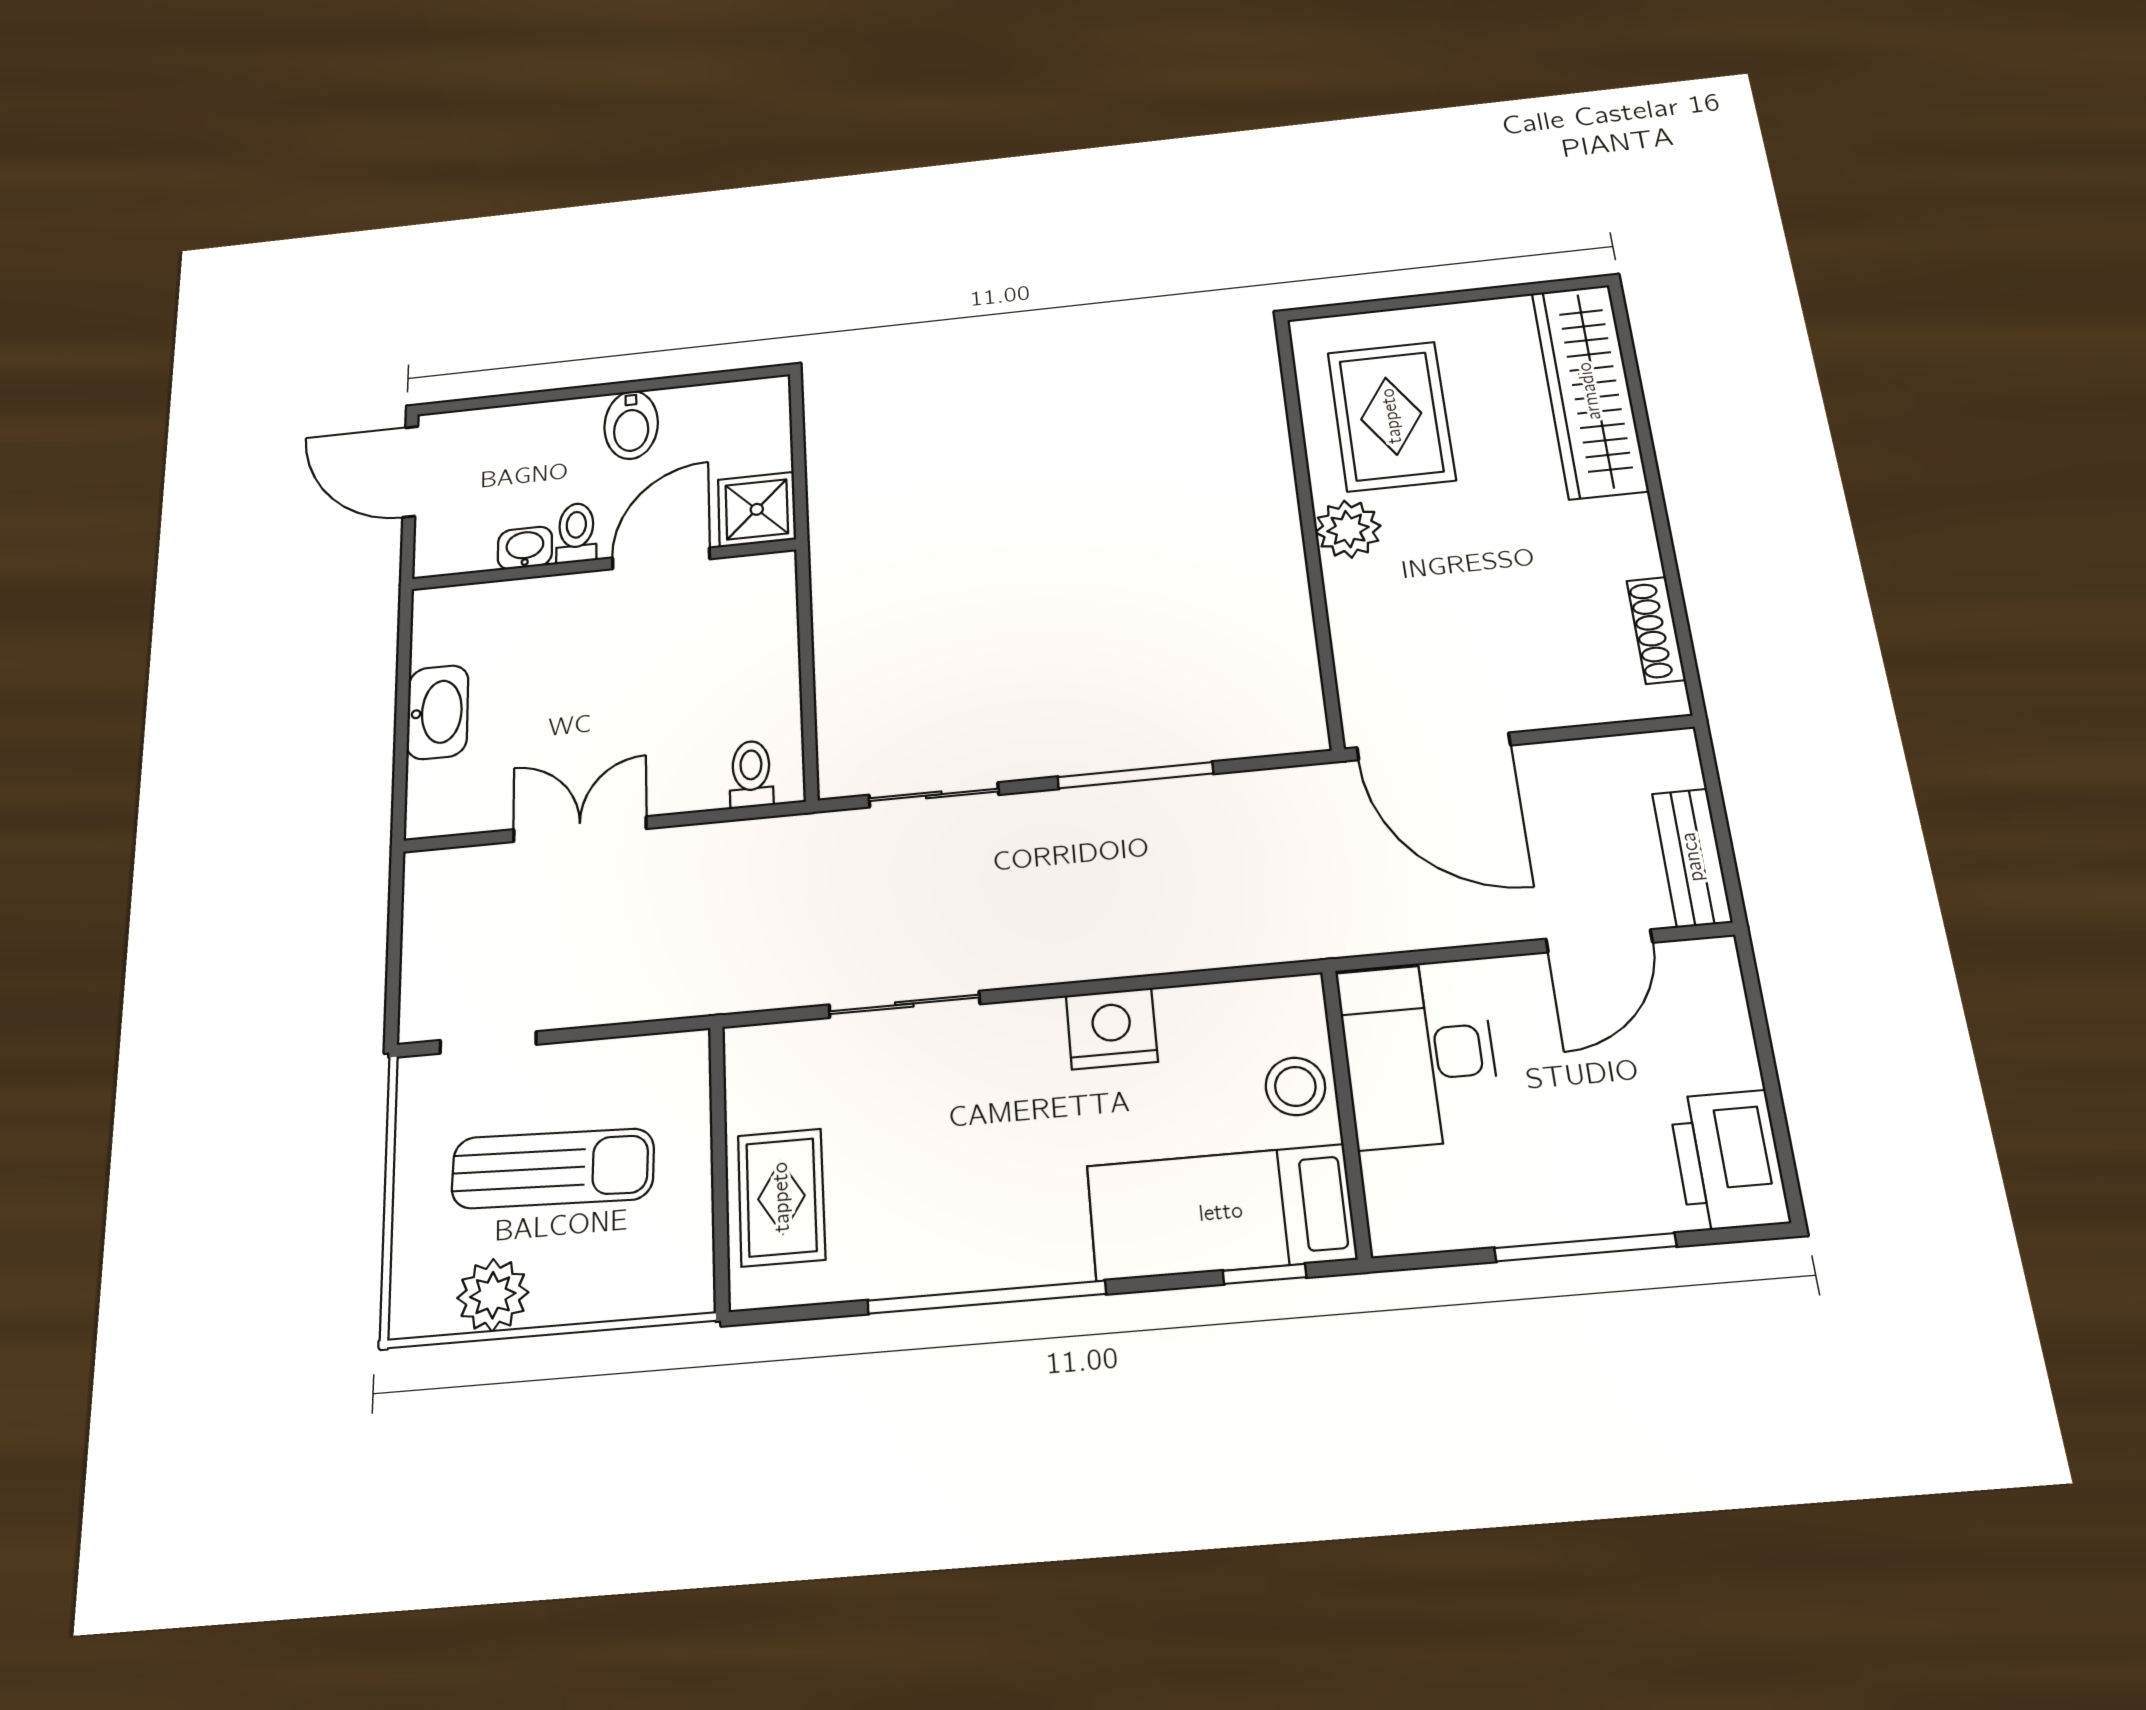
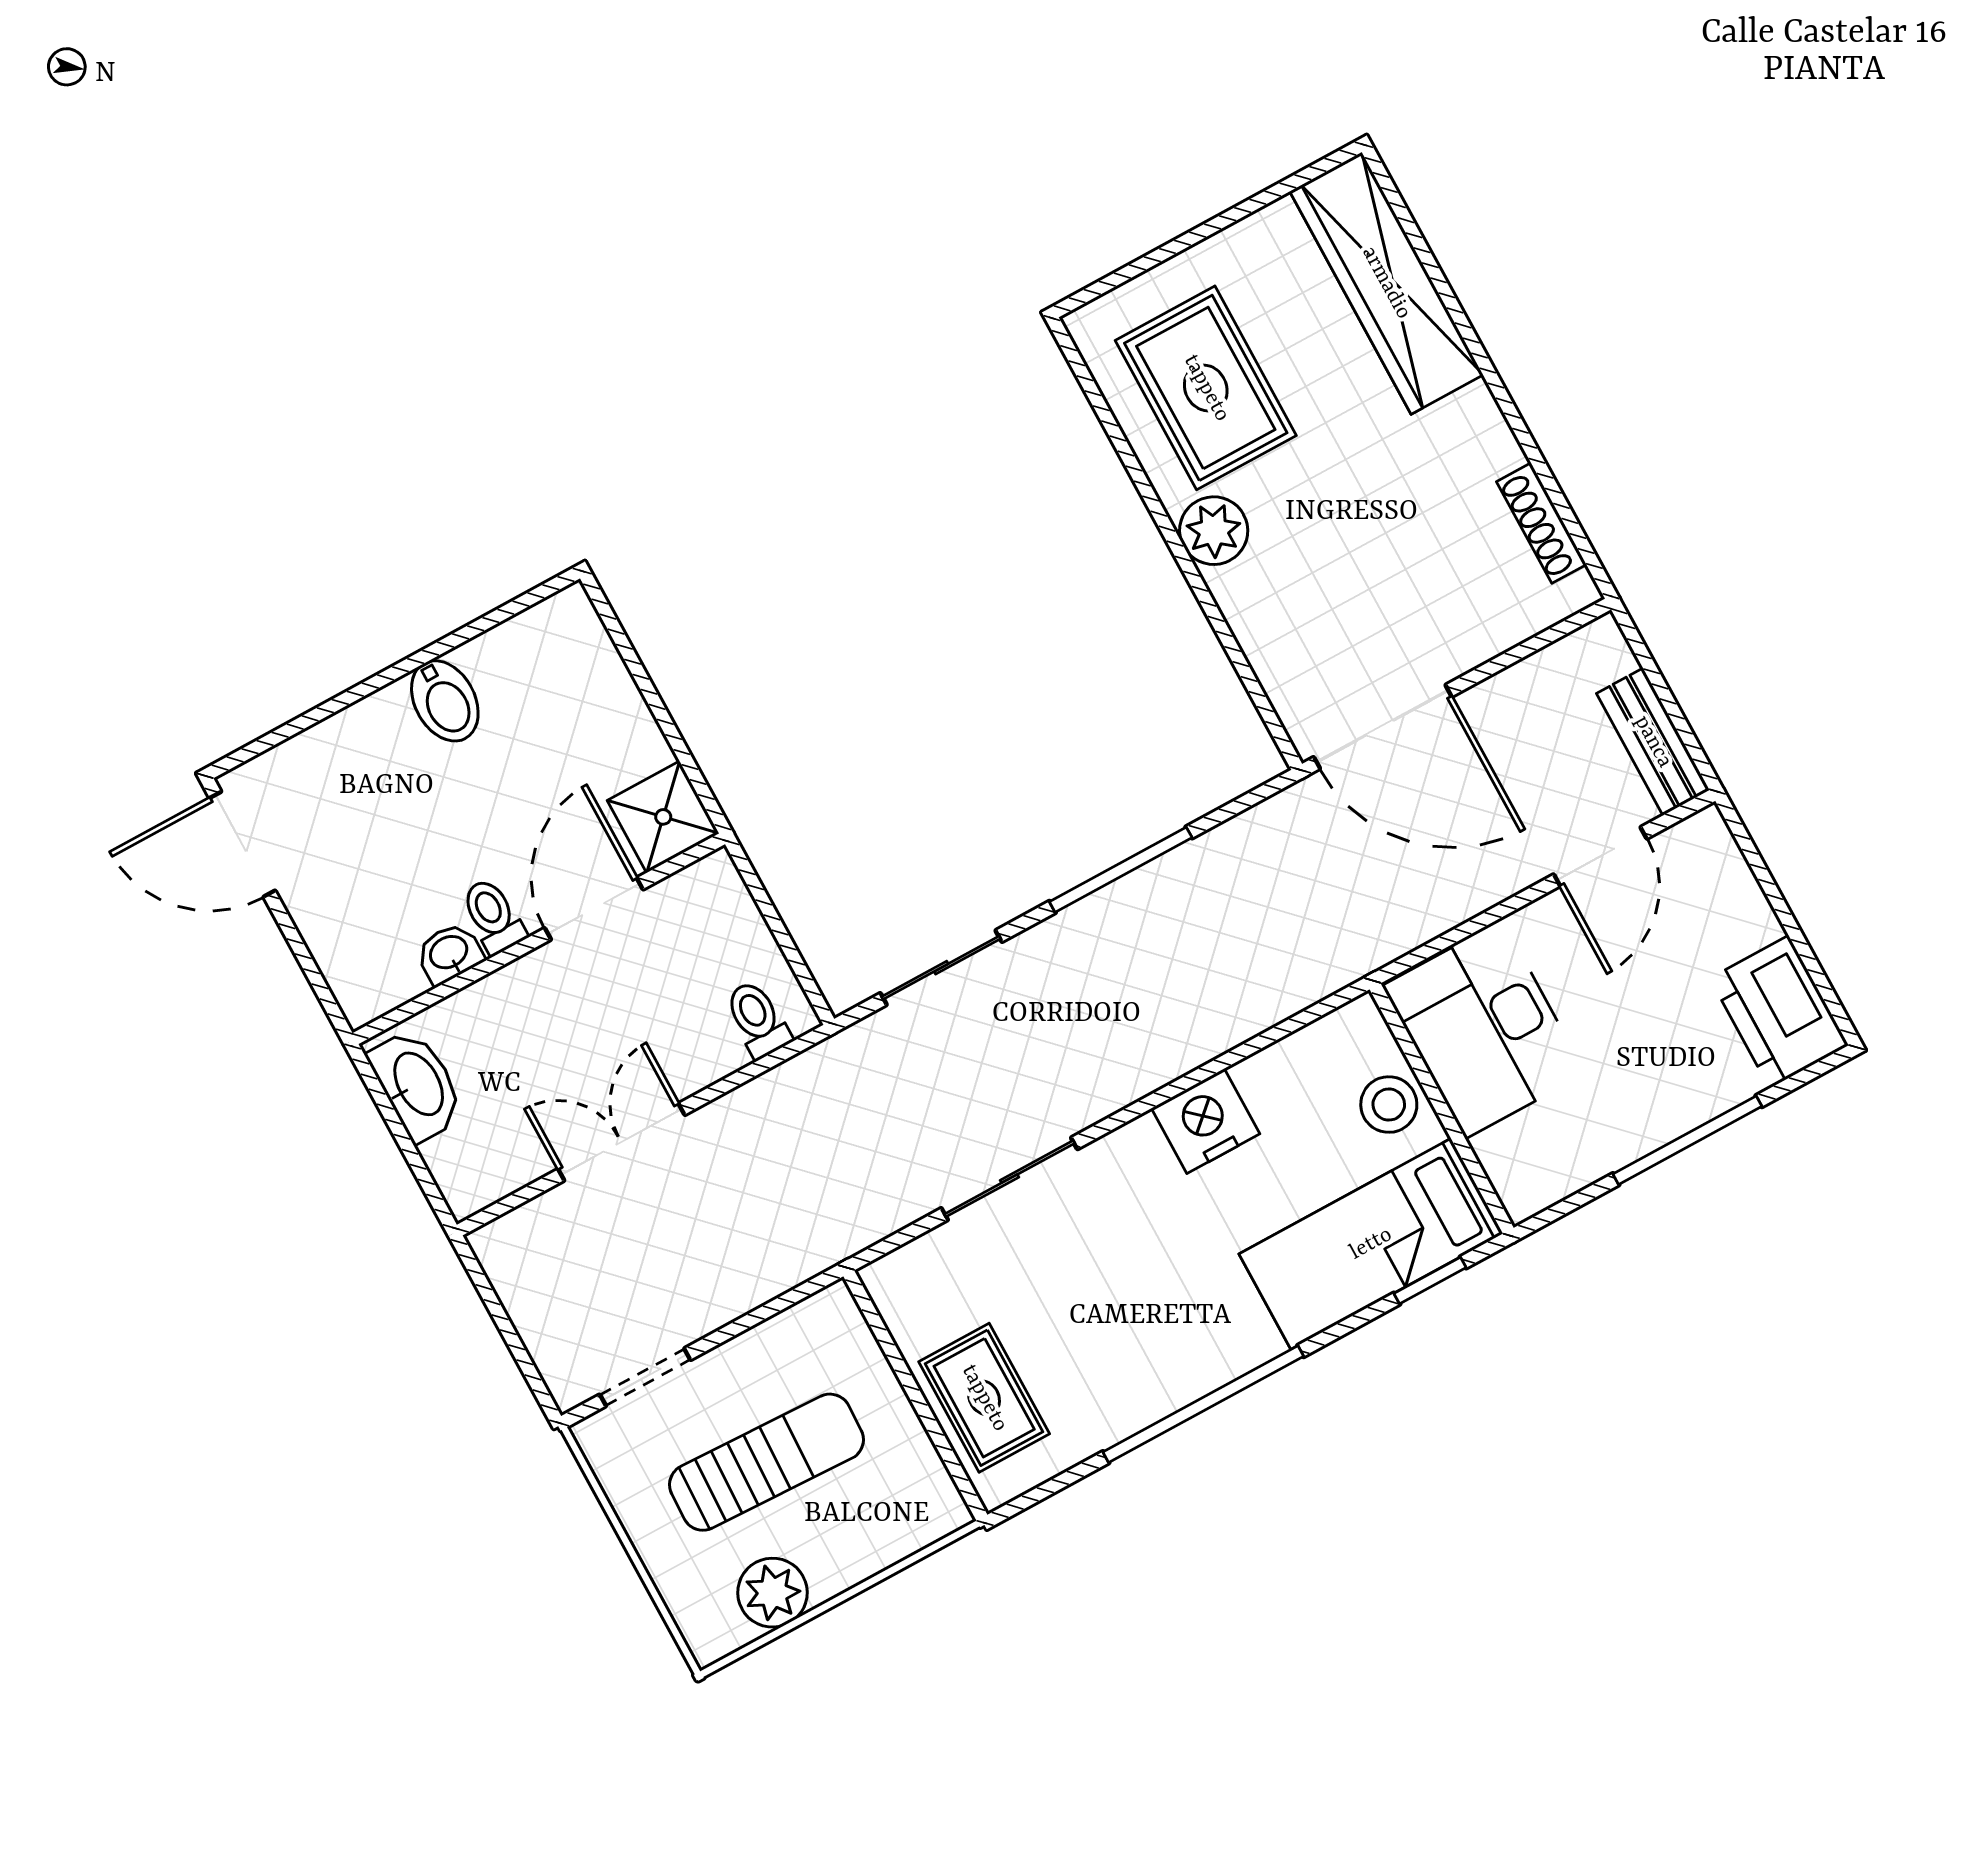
shower: (757, 509) -> (663, 817), moved
toilet: (576, 533) -> (493, 916), moved
washbasin: (525, 548) -> (449, 953), moved
door: (661, 558) -> (594, 909), moved
wall: (603, 564) -> (539, 939), moved

